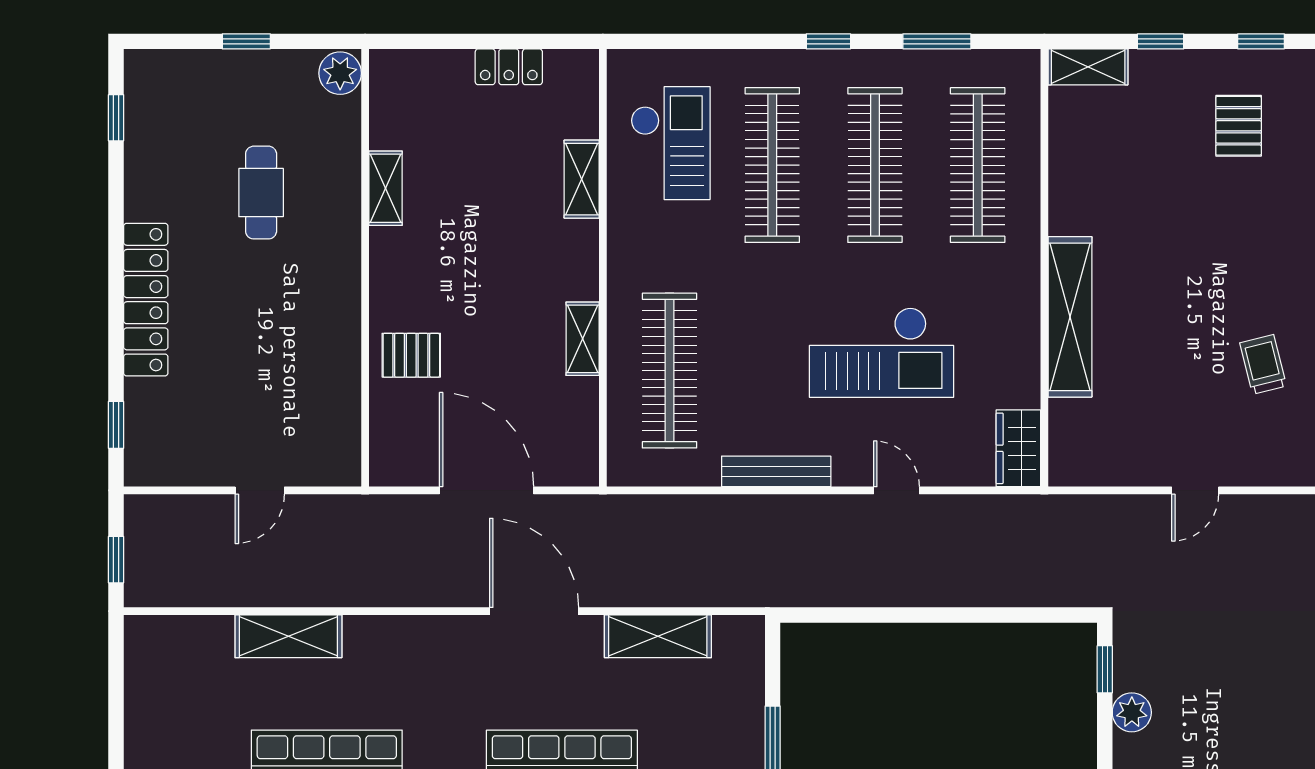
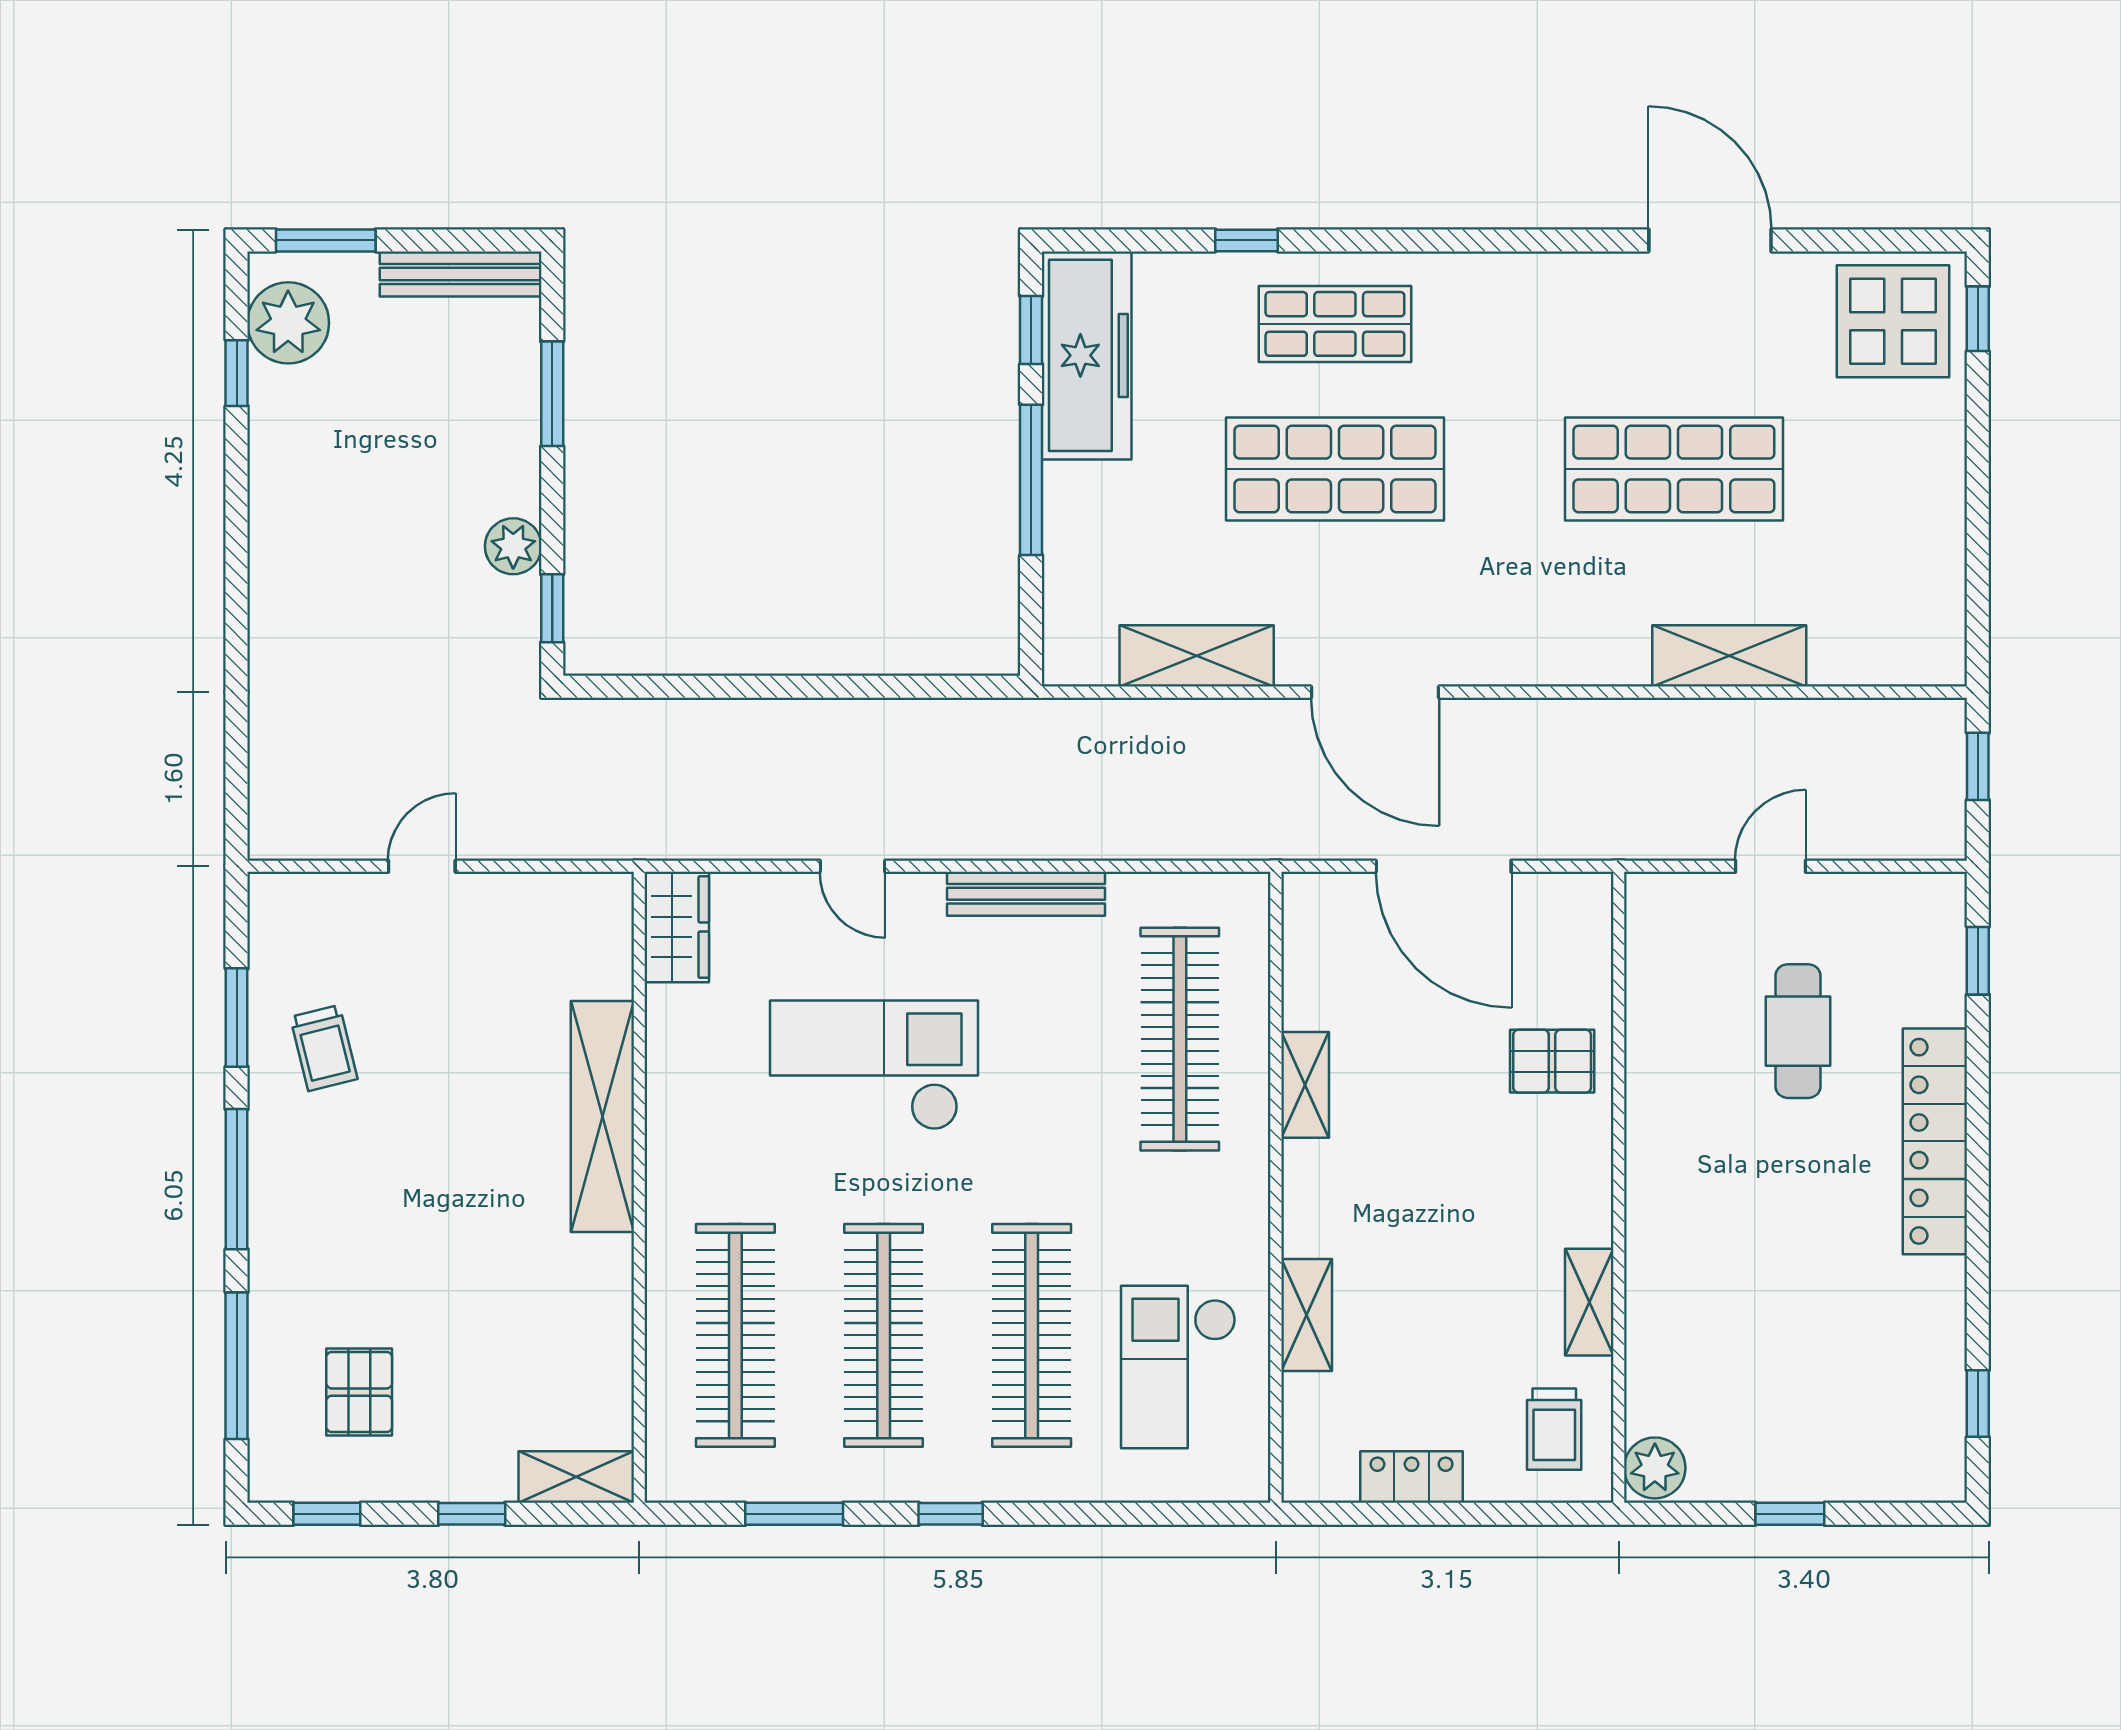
trolley: (410, 100) -> (1554, 1429), added
cafe table: (261, 193) -> (1798, 1031), moved

